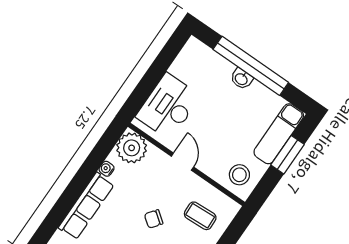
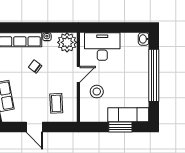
washbasin: (241, 79) -> (144, 39), moved
stool: (239, 175) -> (97, 92), moved
chair: (154, 219) -> (35, 67), moved

